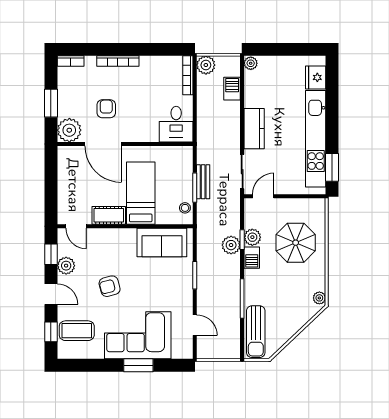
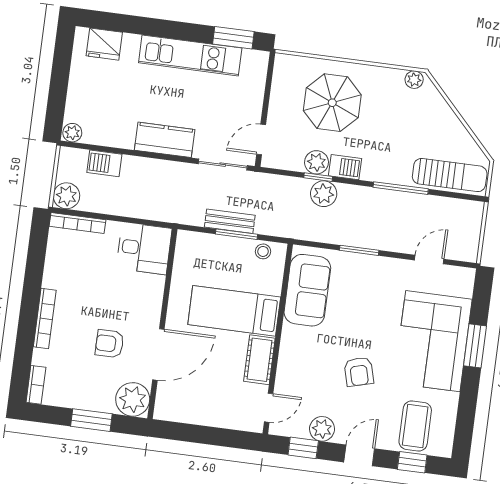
kitchen unit: (316, 139) -> (190, 55), width x0.73
door: (263, 196) -> (261, 140), hinge flipped

